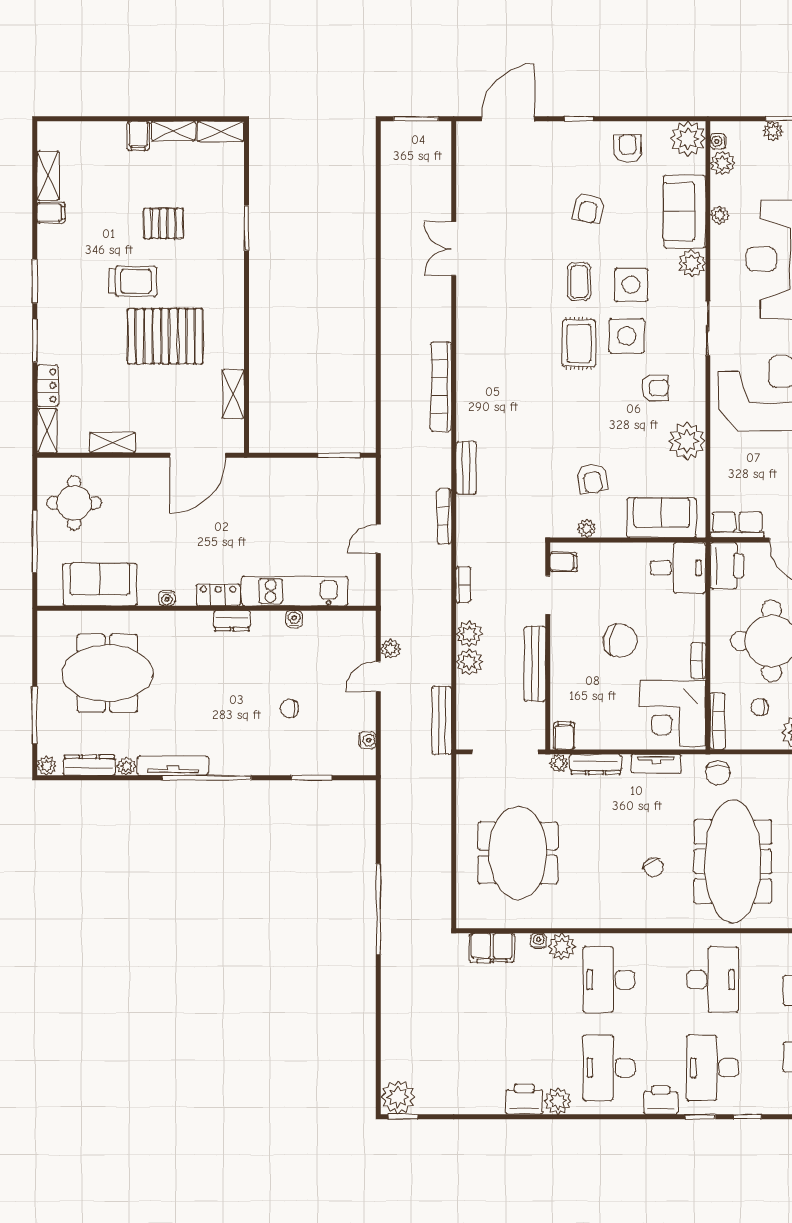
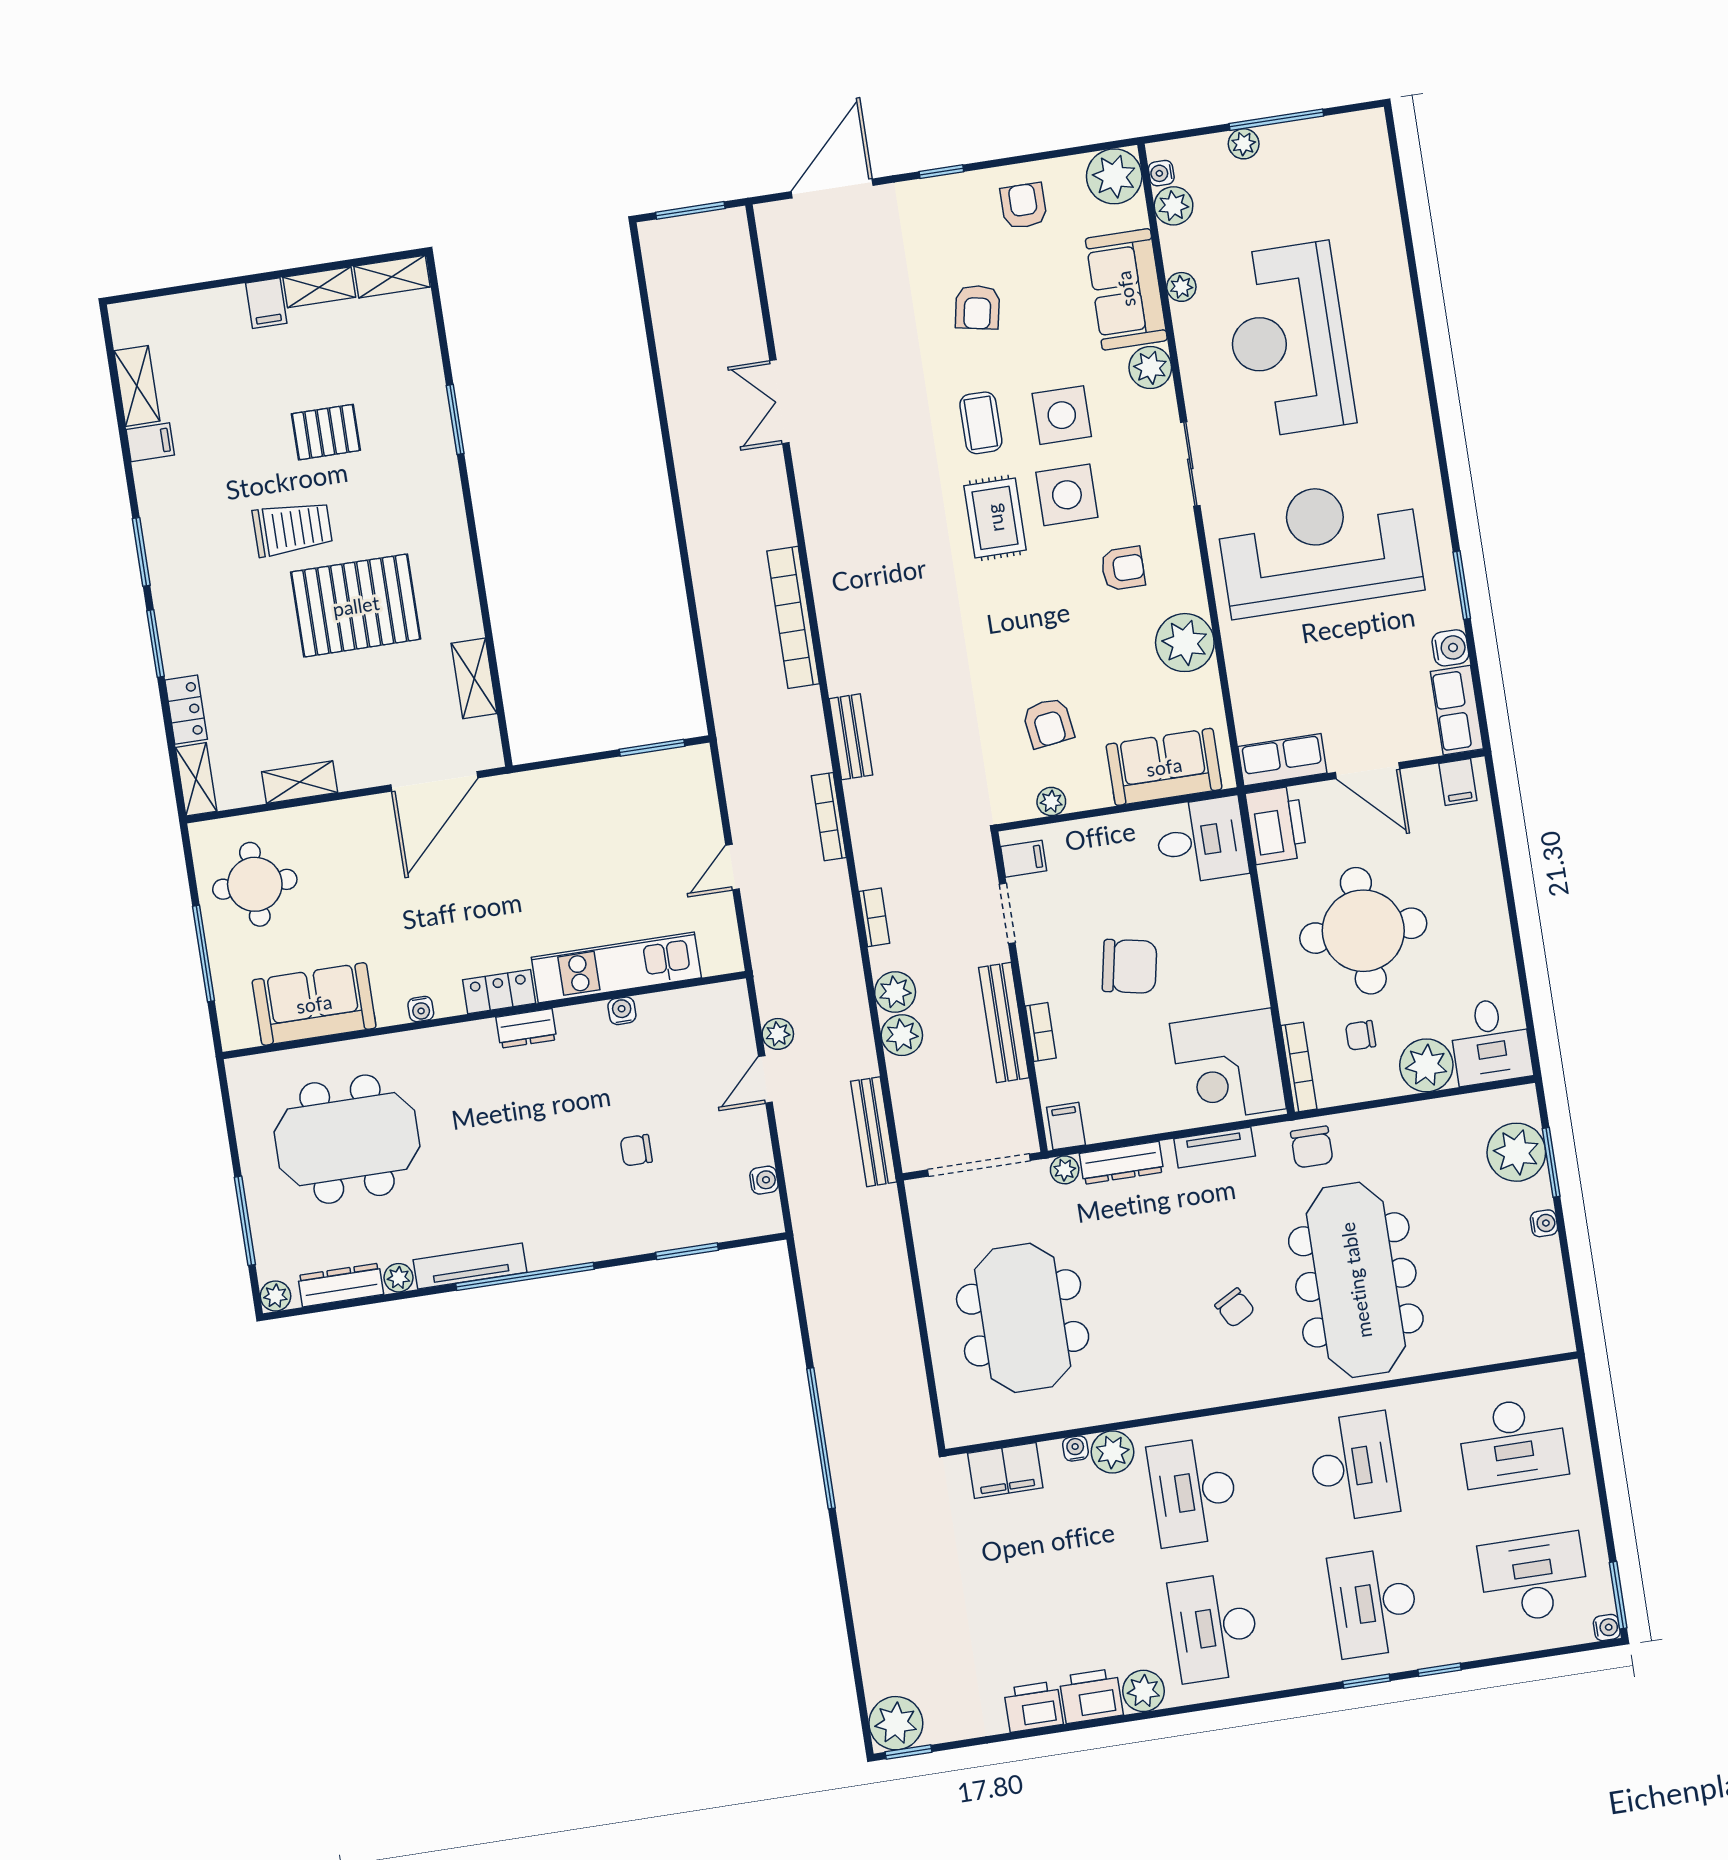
bookcase: (698, 661) -> (1041, 1032), moved, turned 180
printer: (661, 1100) -> (1034, 1707), moved

